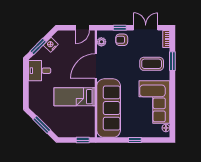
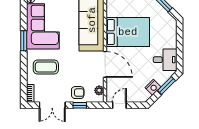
window: (172, 61) -> (24, 41), moved
door: (96, 66) -> (105, 64), hinge flipped
bed: (75, 97) -> (128, 32), width x1.50

